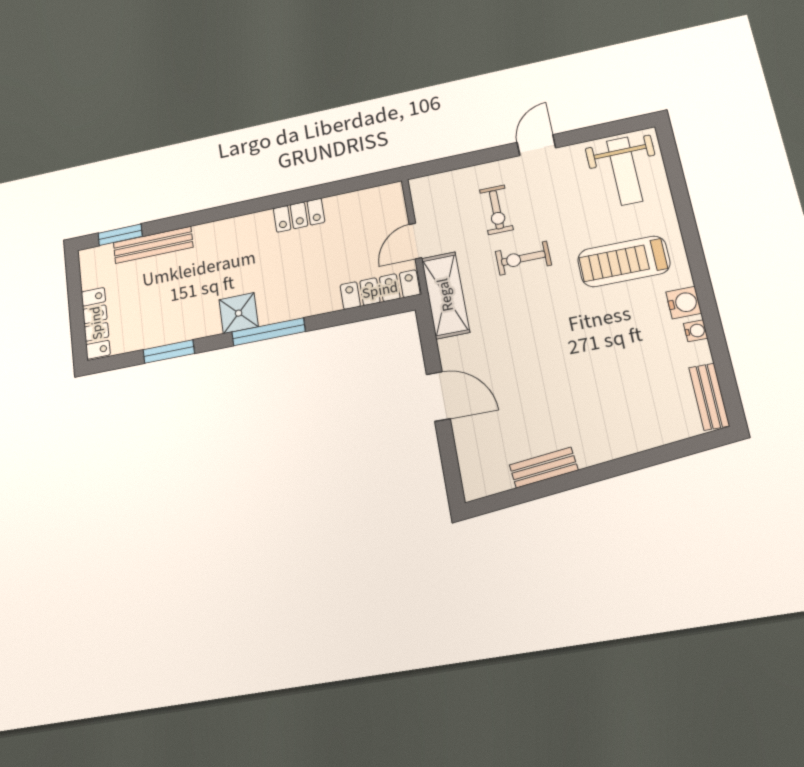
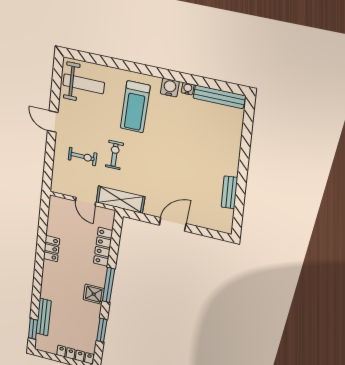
exercise bike: (523, 258) -> (114, 155), turned 180
locker: (380, 290) -> (103, 247), moved
bench: (709, 397) -> (219, 97), width x1.36

